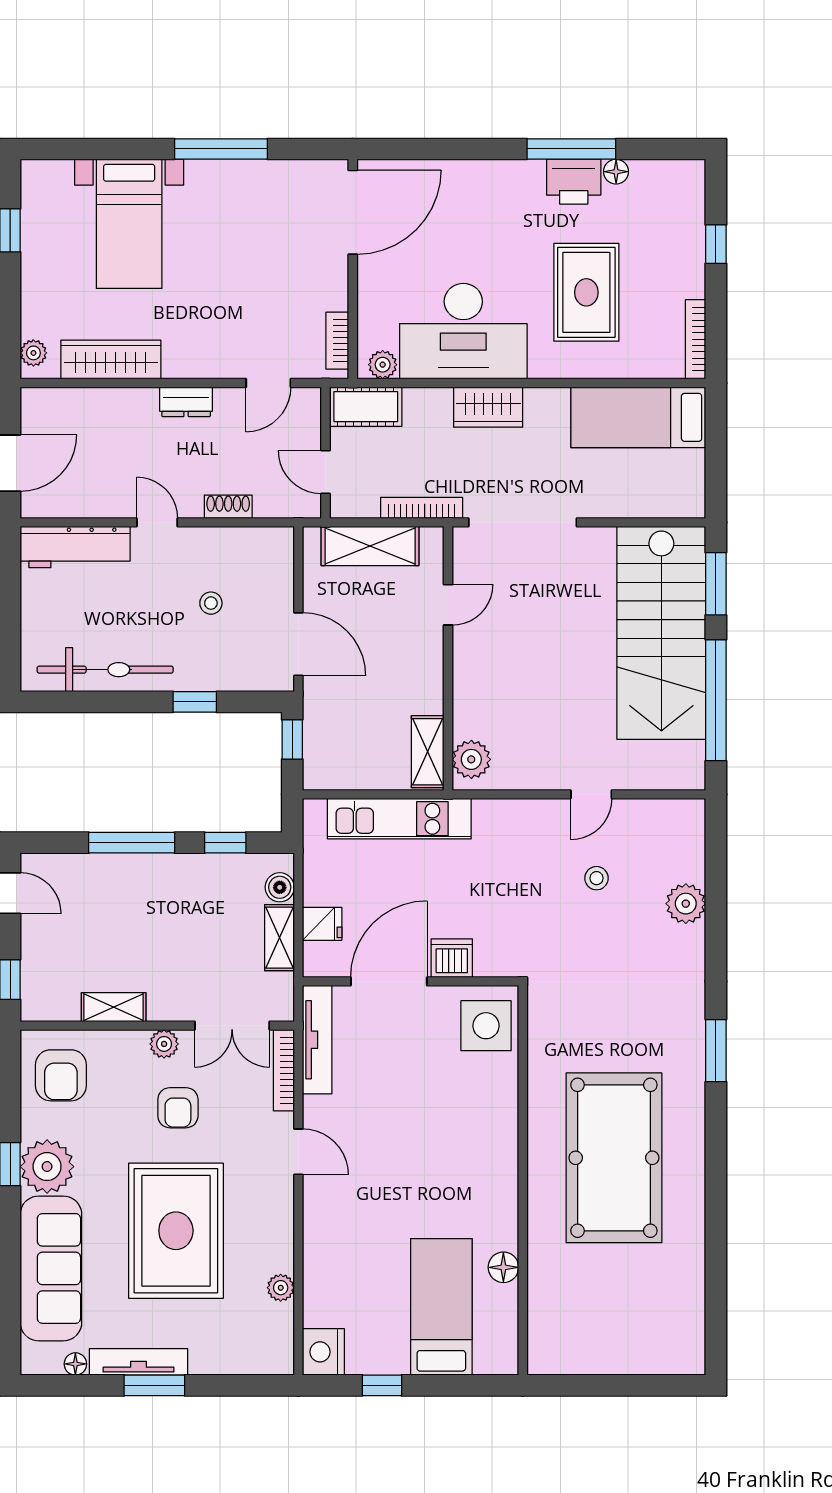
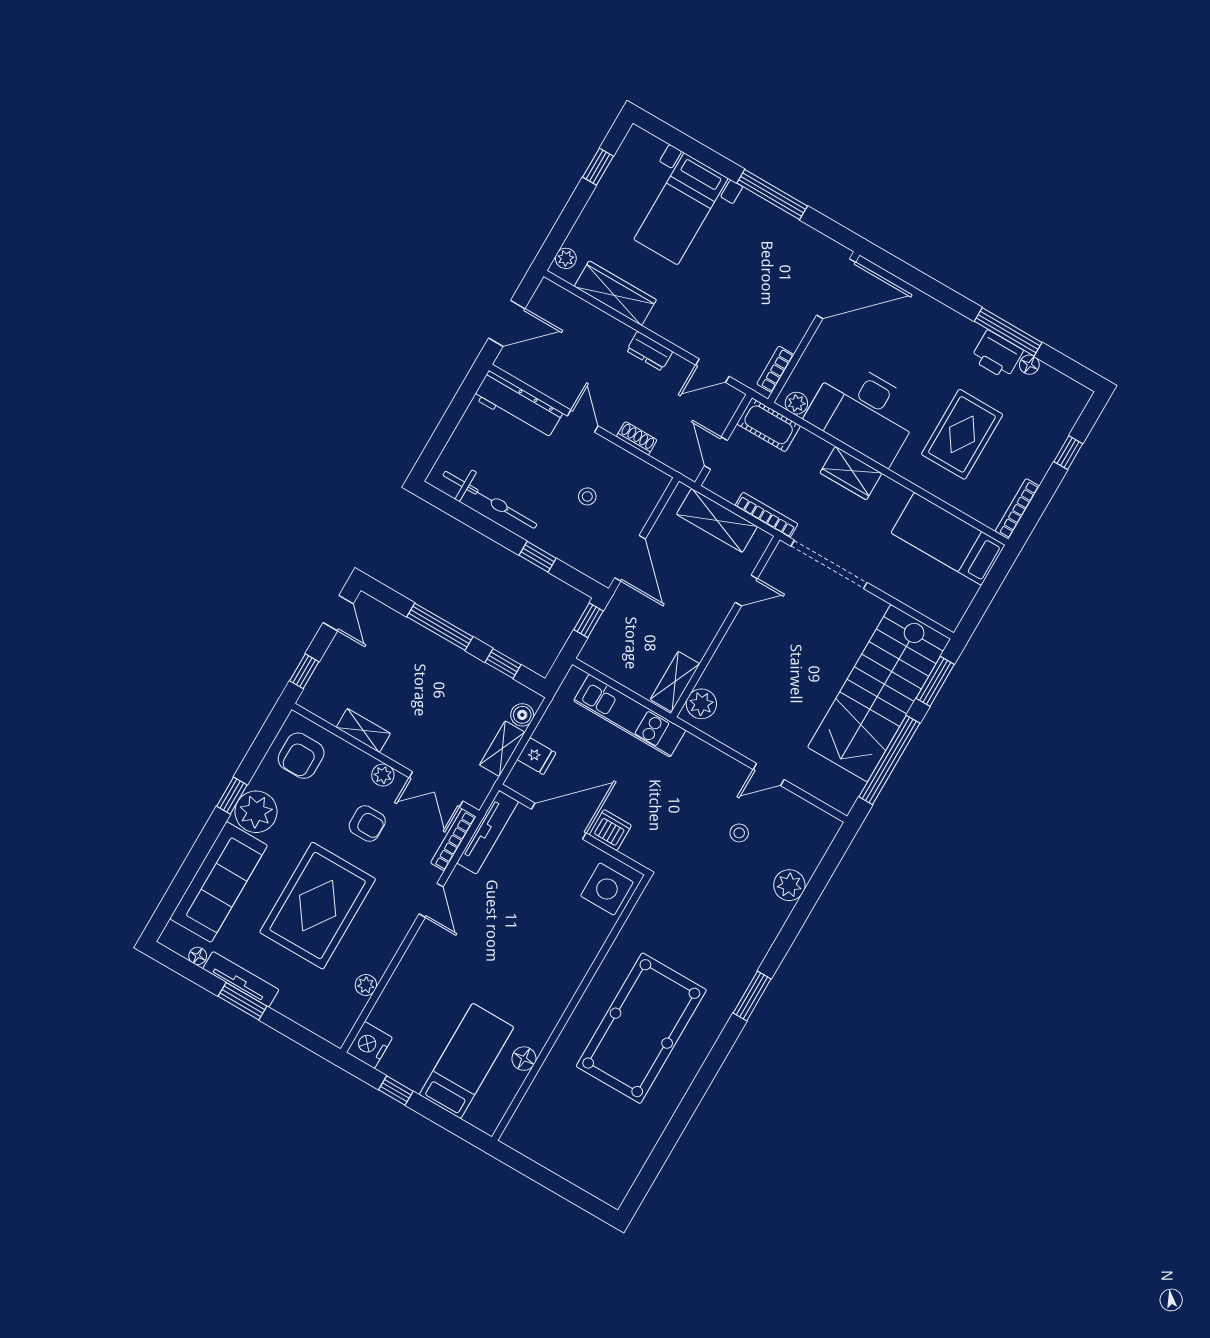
armchair: (178, 1108) -> (367, 823), turned -90

